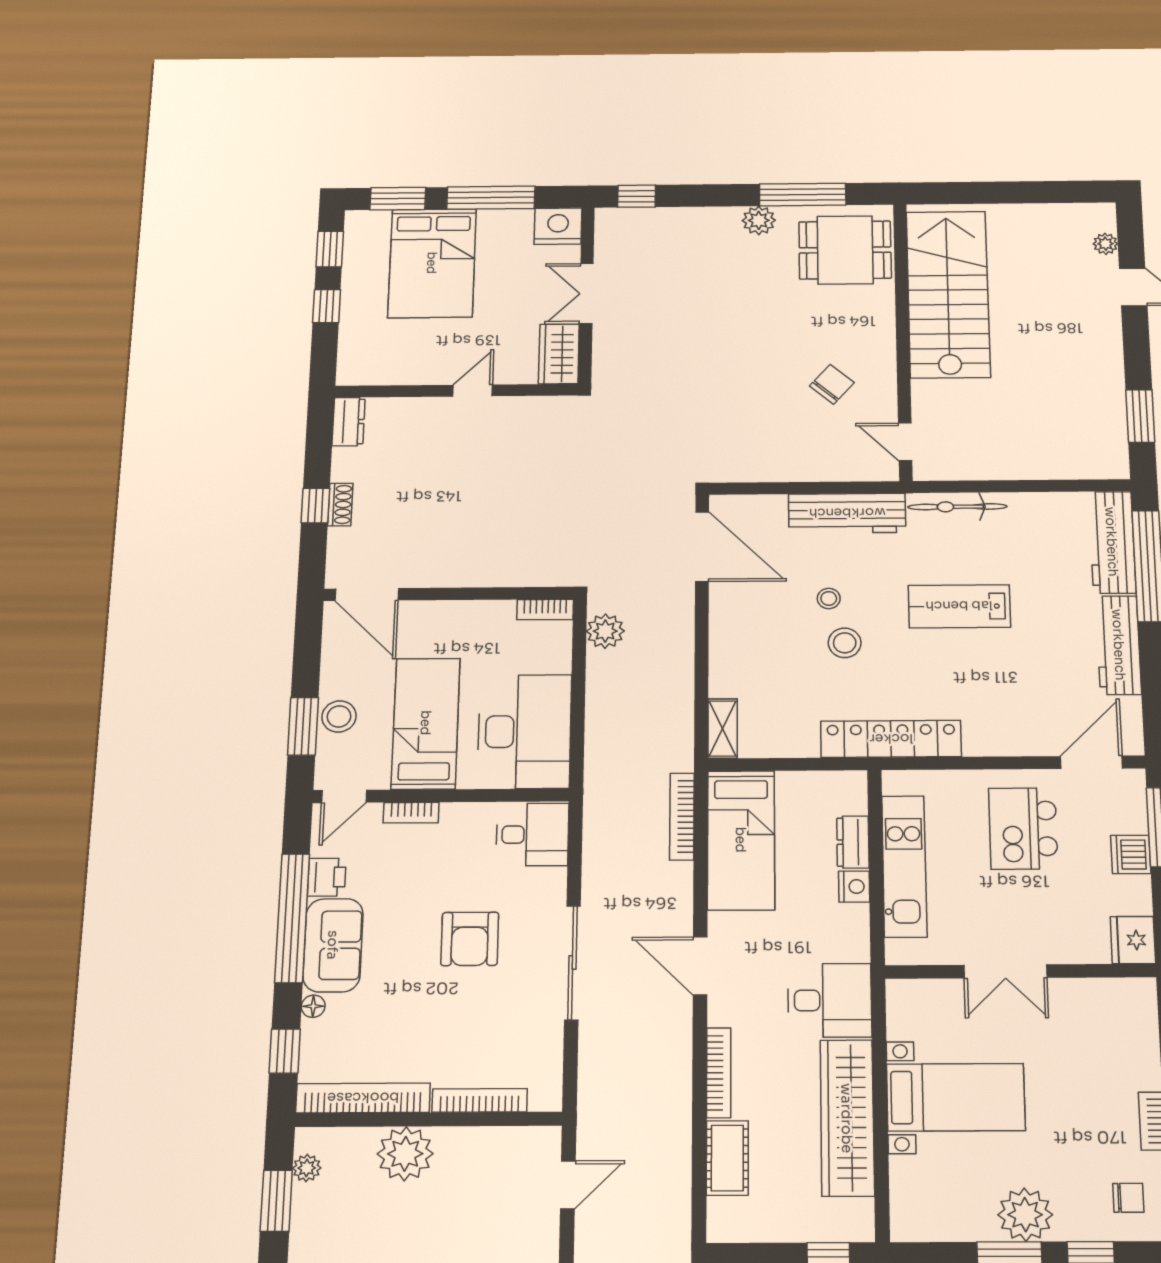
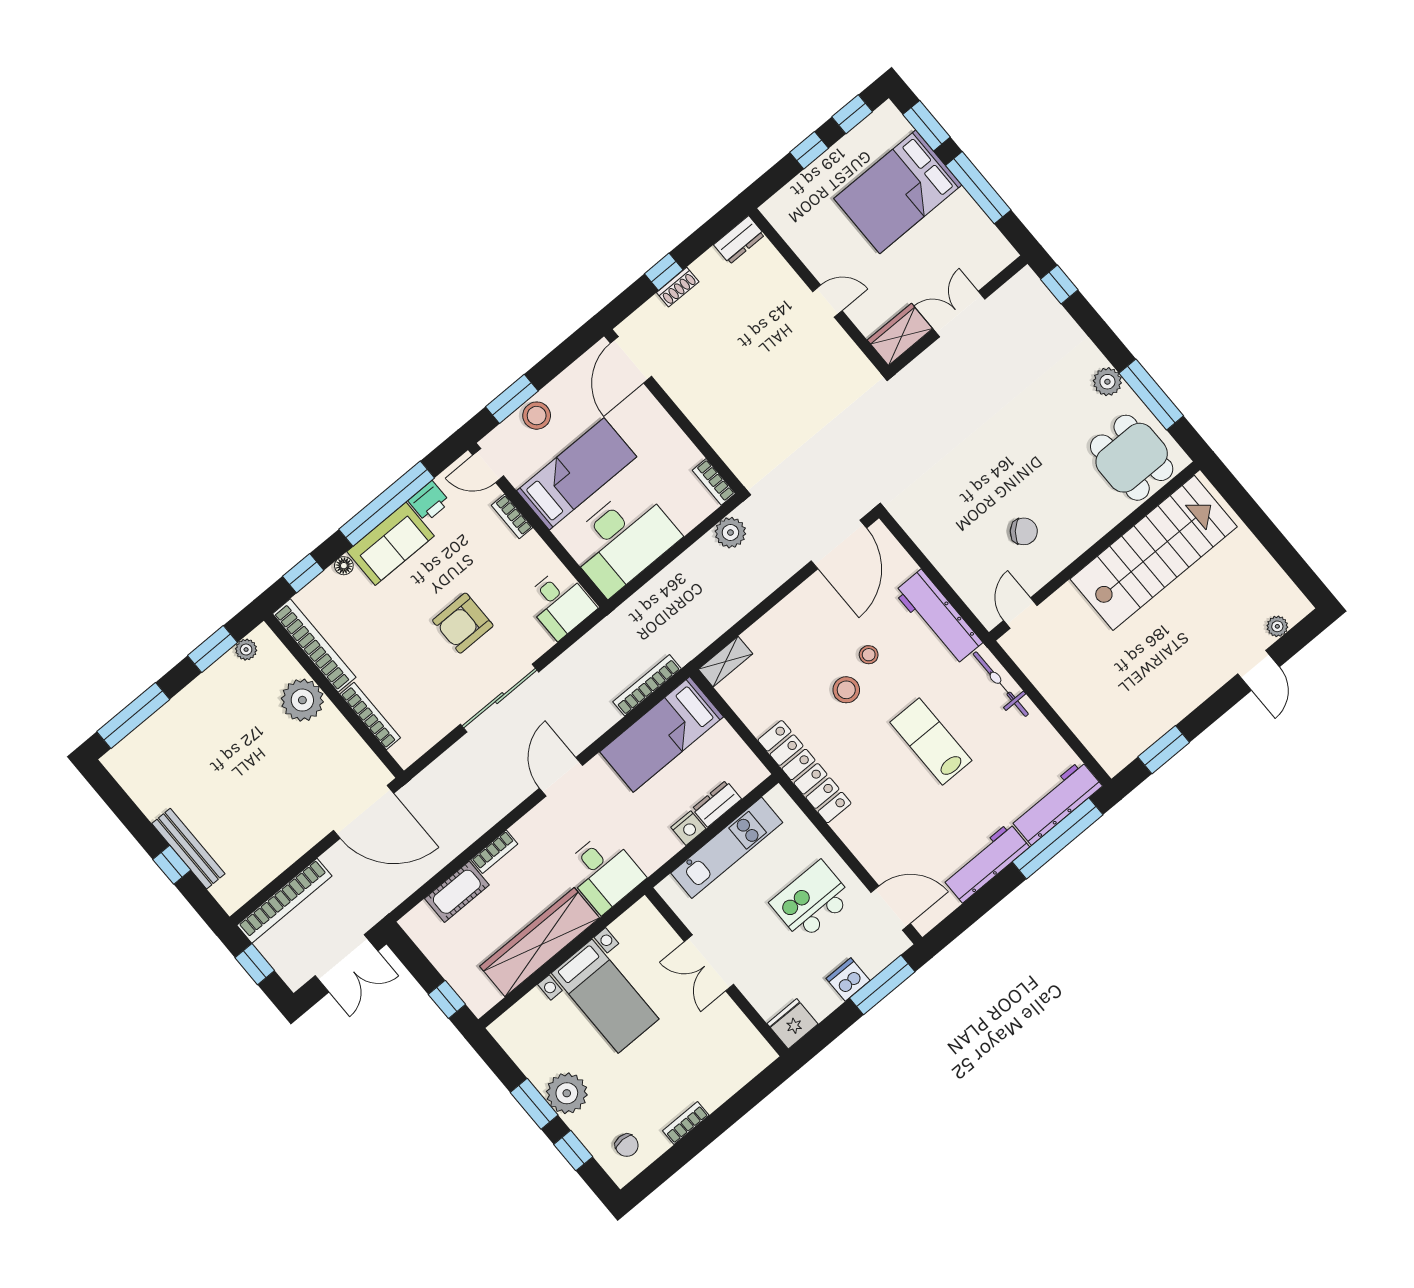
nightstand: (558, 226) -> (994, 251), removed
bookcase: (719, 1073) -> (494, 852), width x0.64
door: (568, 1185) -> (364, 812), width x1.88

